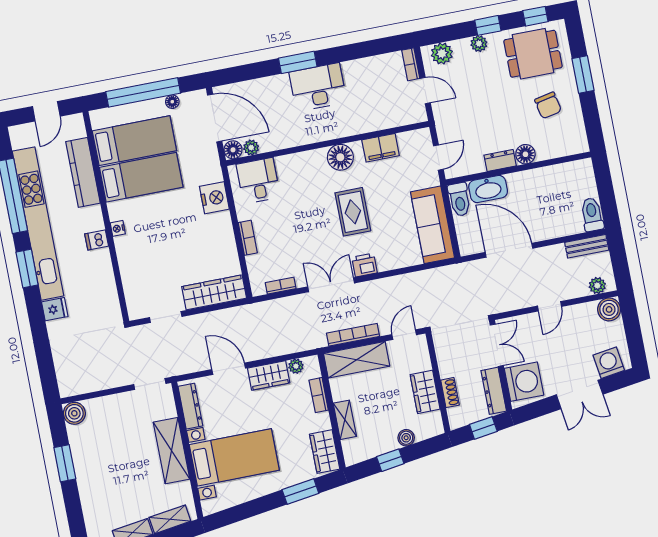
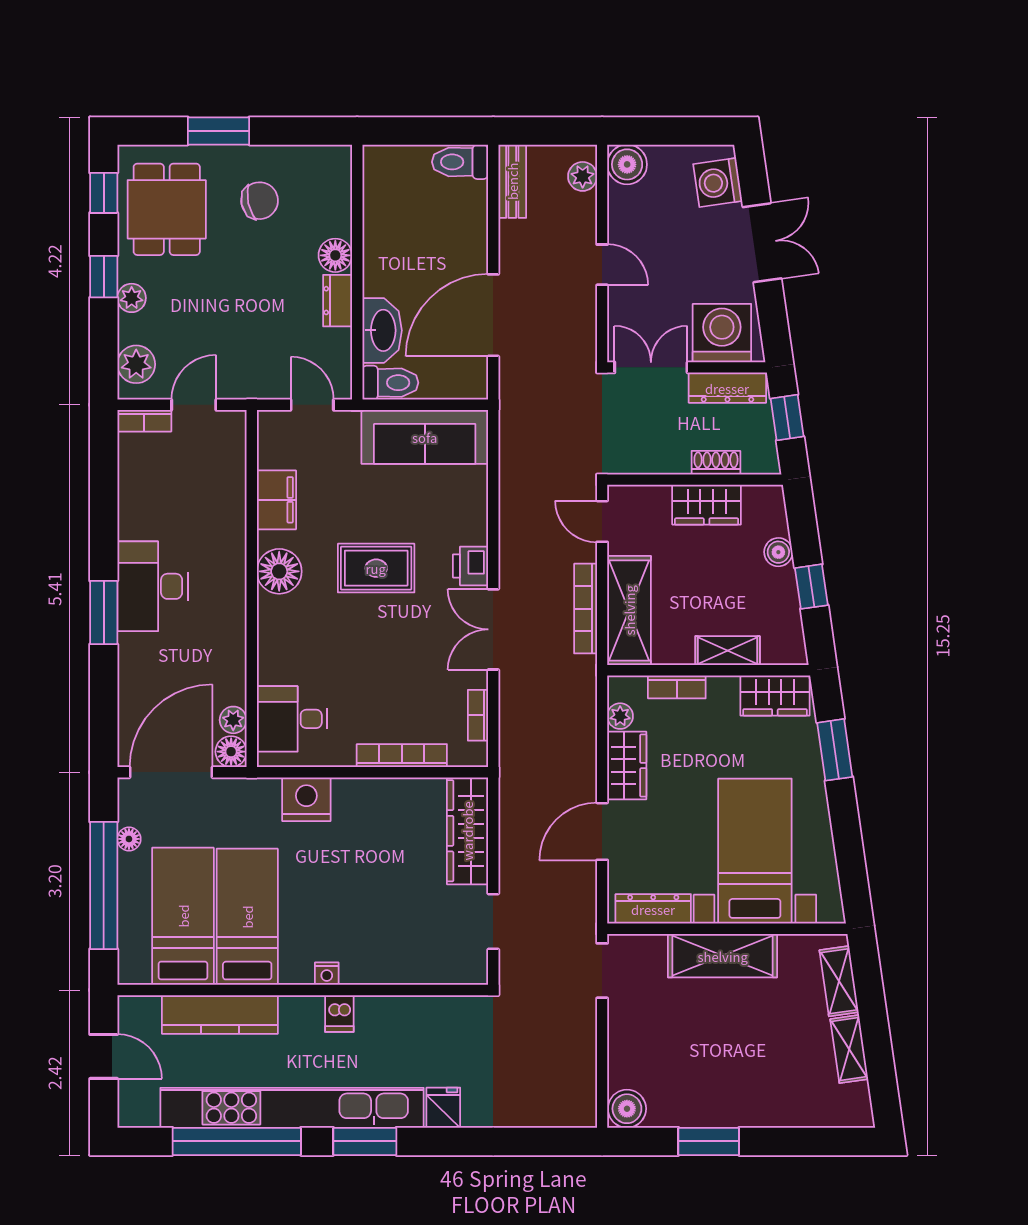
bookcase: (248, 238) -> (402, 756), width x1.56

